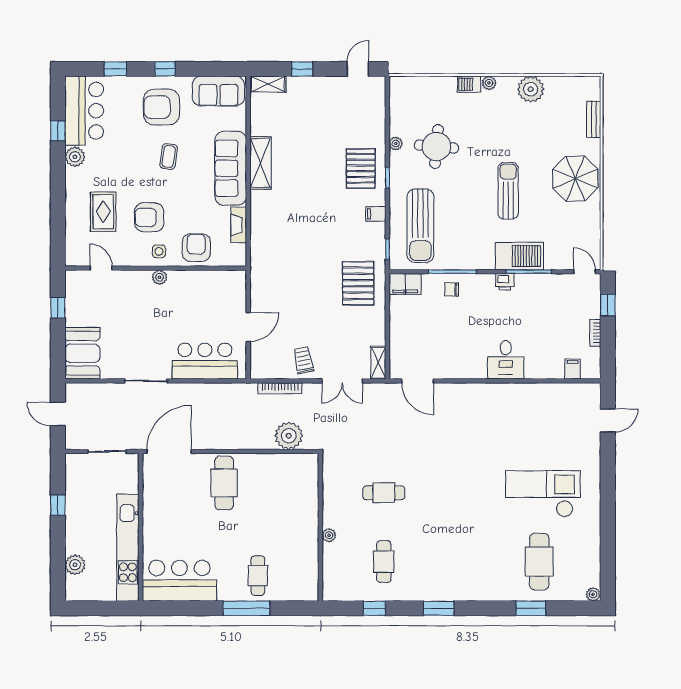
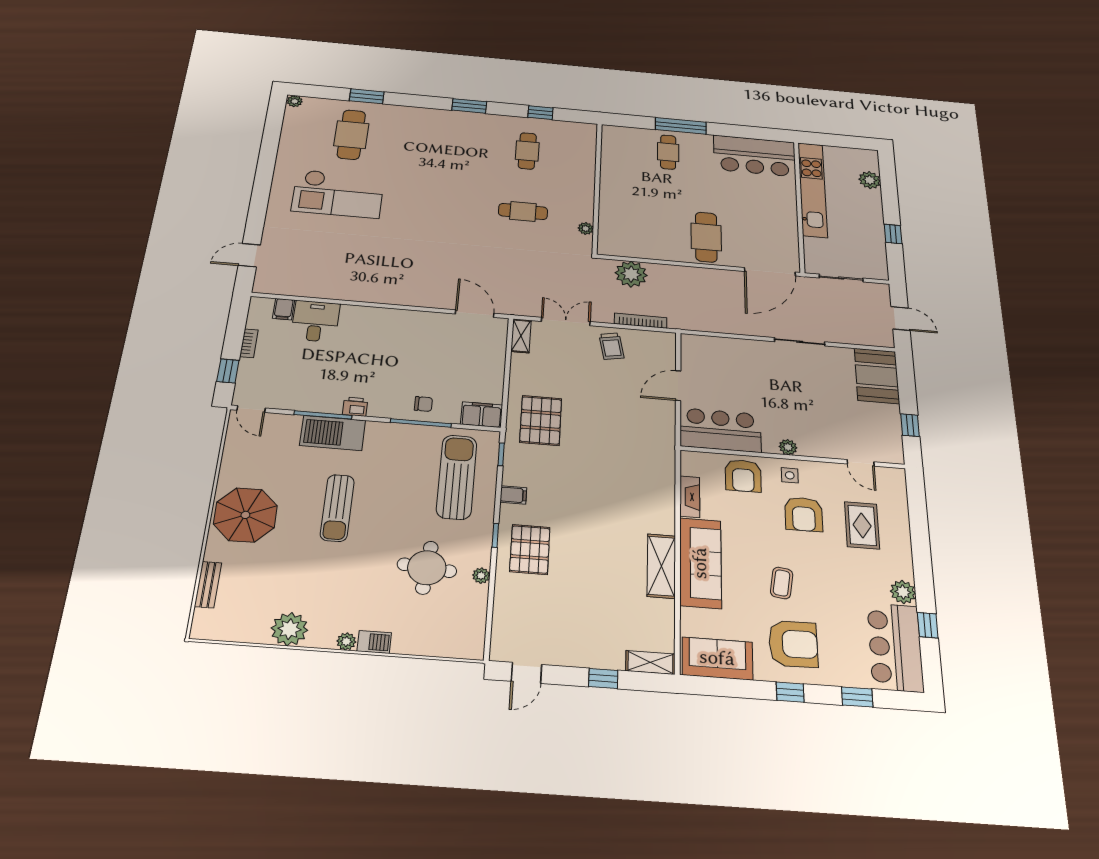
armchair: (149, 217) -> (804, 514), turned 90
desk: (506, 360) -> (315, 321), moved
bar counter: (205, 361) -> (720, 430), moved, turned 180
plant: (329, 535) -> (586, 229), moved

